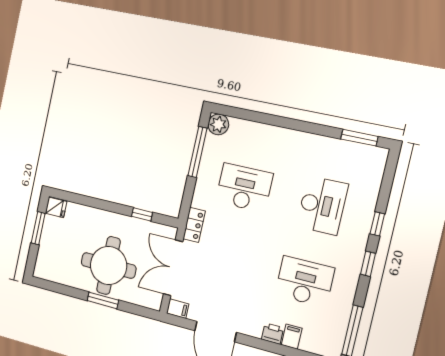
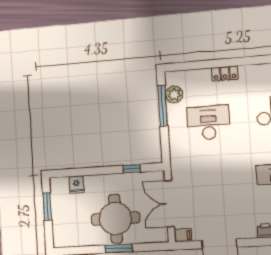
plant: (218, 124) -> (174, 95), moved
fridge: (56, 207) -> (76, 185), moved, turned 90
locker: (194, 225) -> (225, 73), moved, turned 90

